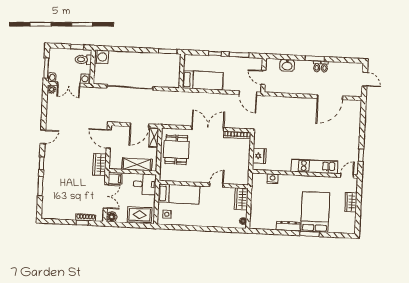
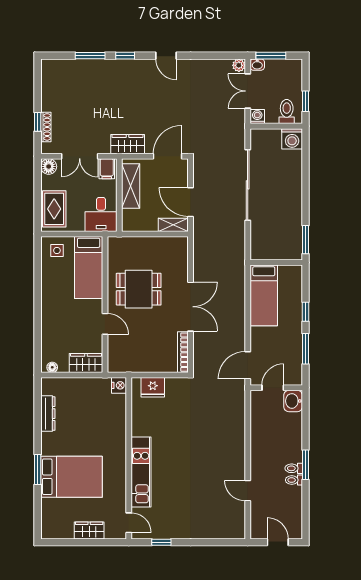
washbasin: (287, 65) -> (293, 401), moved
door: (365, 79) -> (278, 542), swing flipped
door: (330, 97) -> (248, 491), width x0.53
dining table: (176, 150) -> (139, 289), moved
shelving: (137, 164) -> (131, 186), moved
nightstand: (273, 179) -> (119, 385), moved
dresser: (288, 226) -> (48, 414), moved

